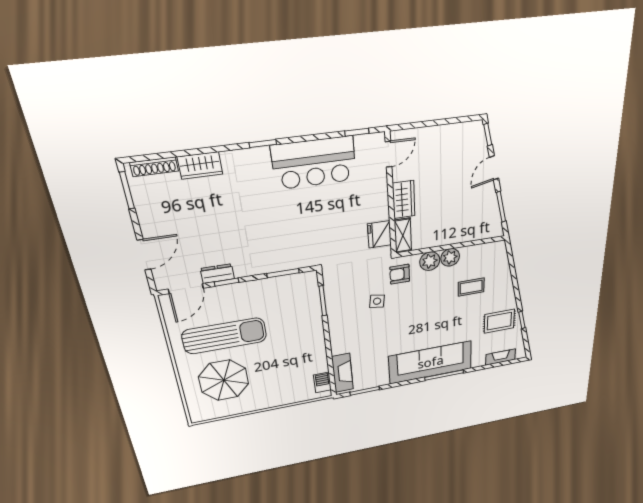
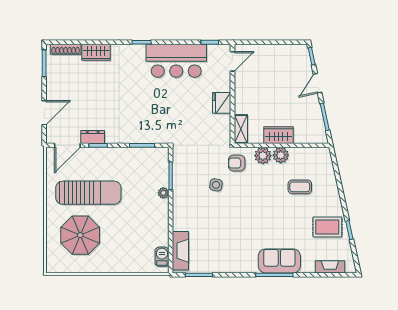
wardrobe: (404, 200) -> (279, 135), moved, turned -90
fridge: (379, 234) -> (222, 103), moved
plant: (316, 320) -> (163, 193), added
sofa: (431, 362) -> (279, 261), width x0.54, depth x0.79

